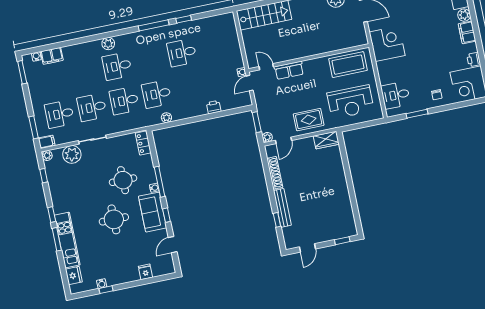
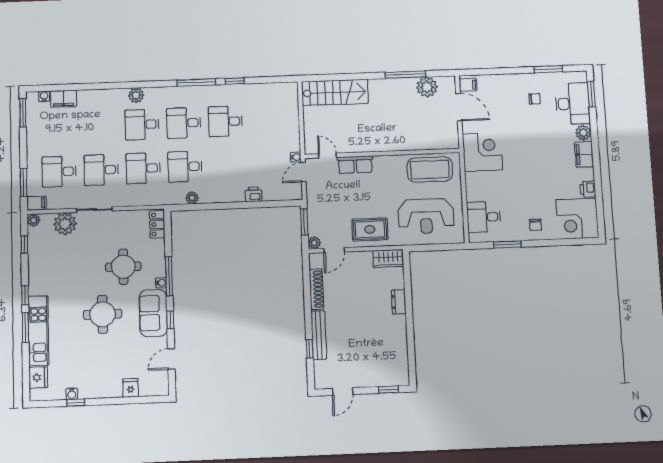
desk: (150, 59) -> (184, 123), added
dresser: (340, 172) -> (399, 302), added

